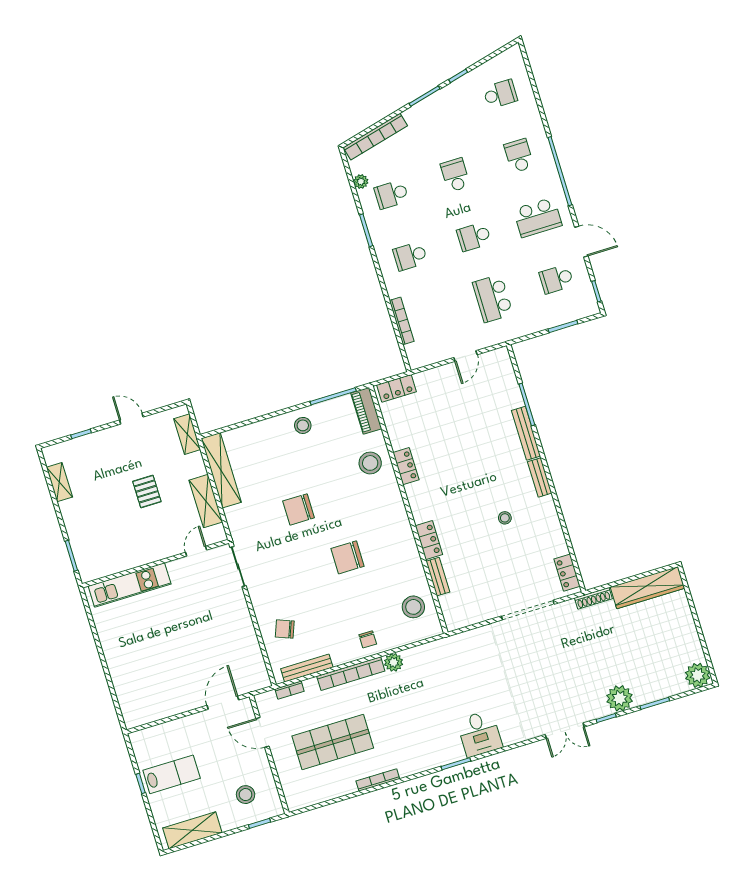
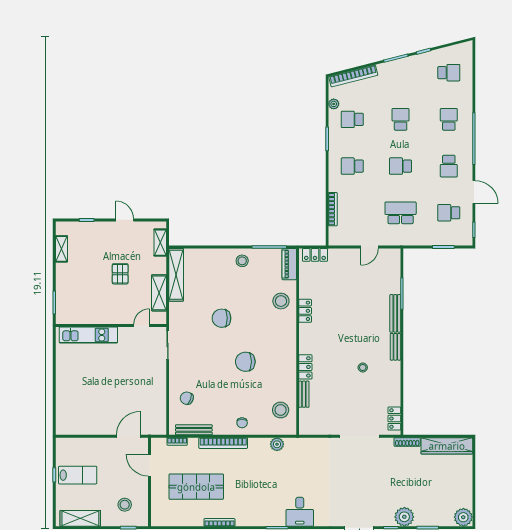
school desk: (538, 217) -> (449, 166), width x0.54
school desk: (493, 298) -> (401, 213), turned 90
plant: (394, 662) -> (277, 444), moved

